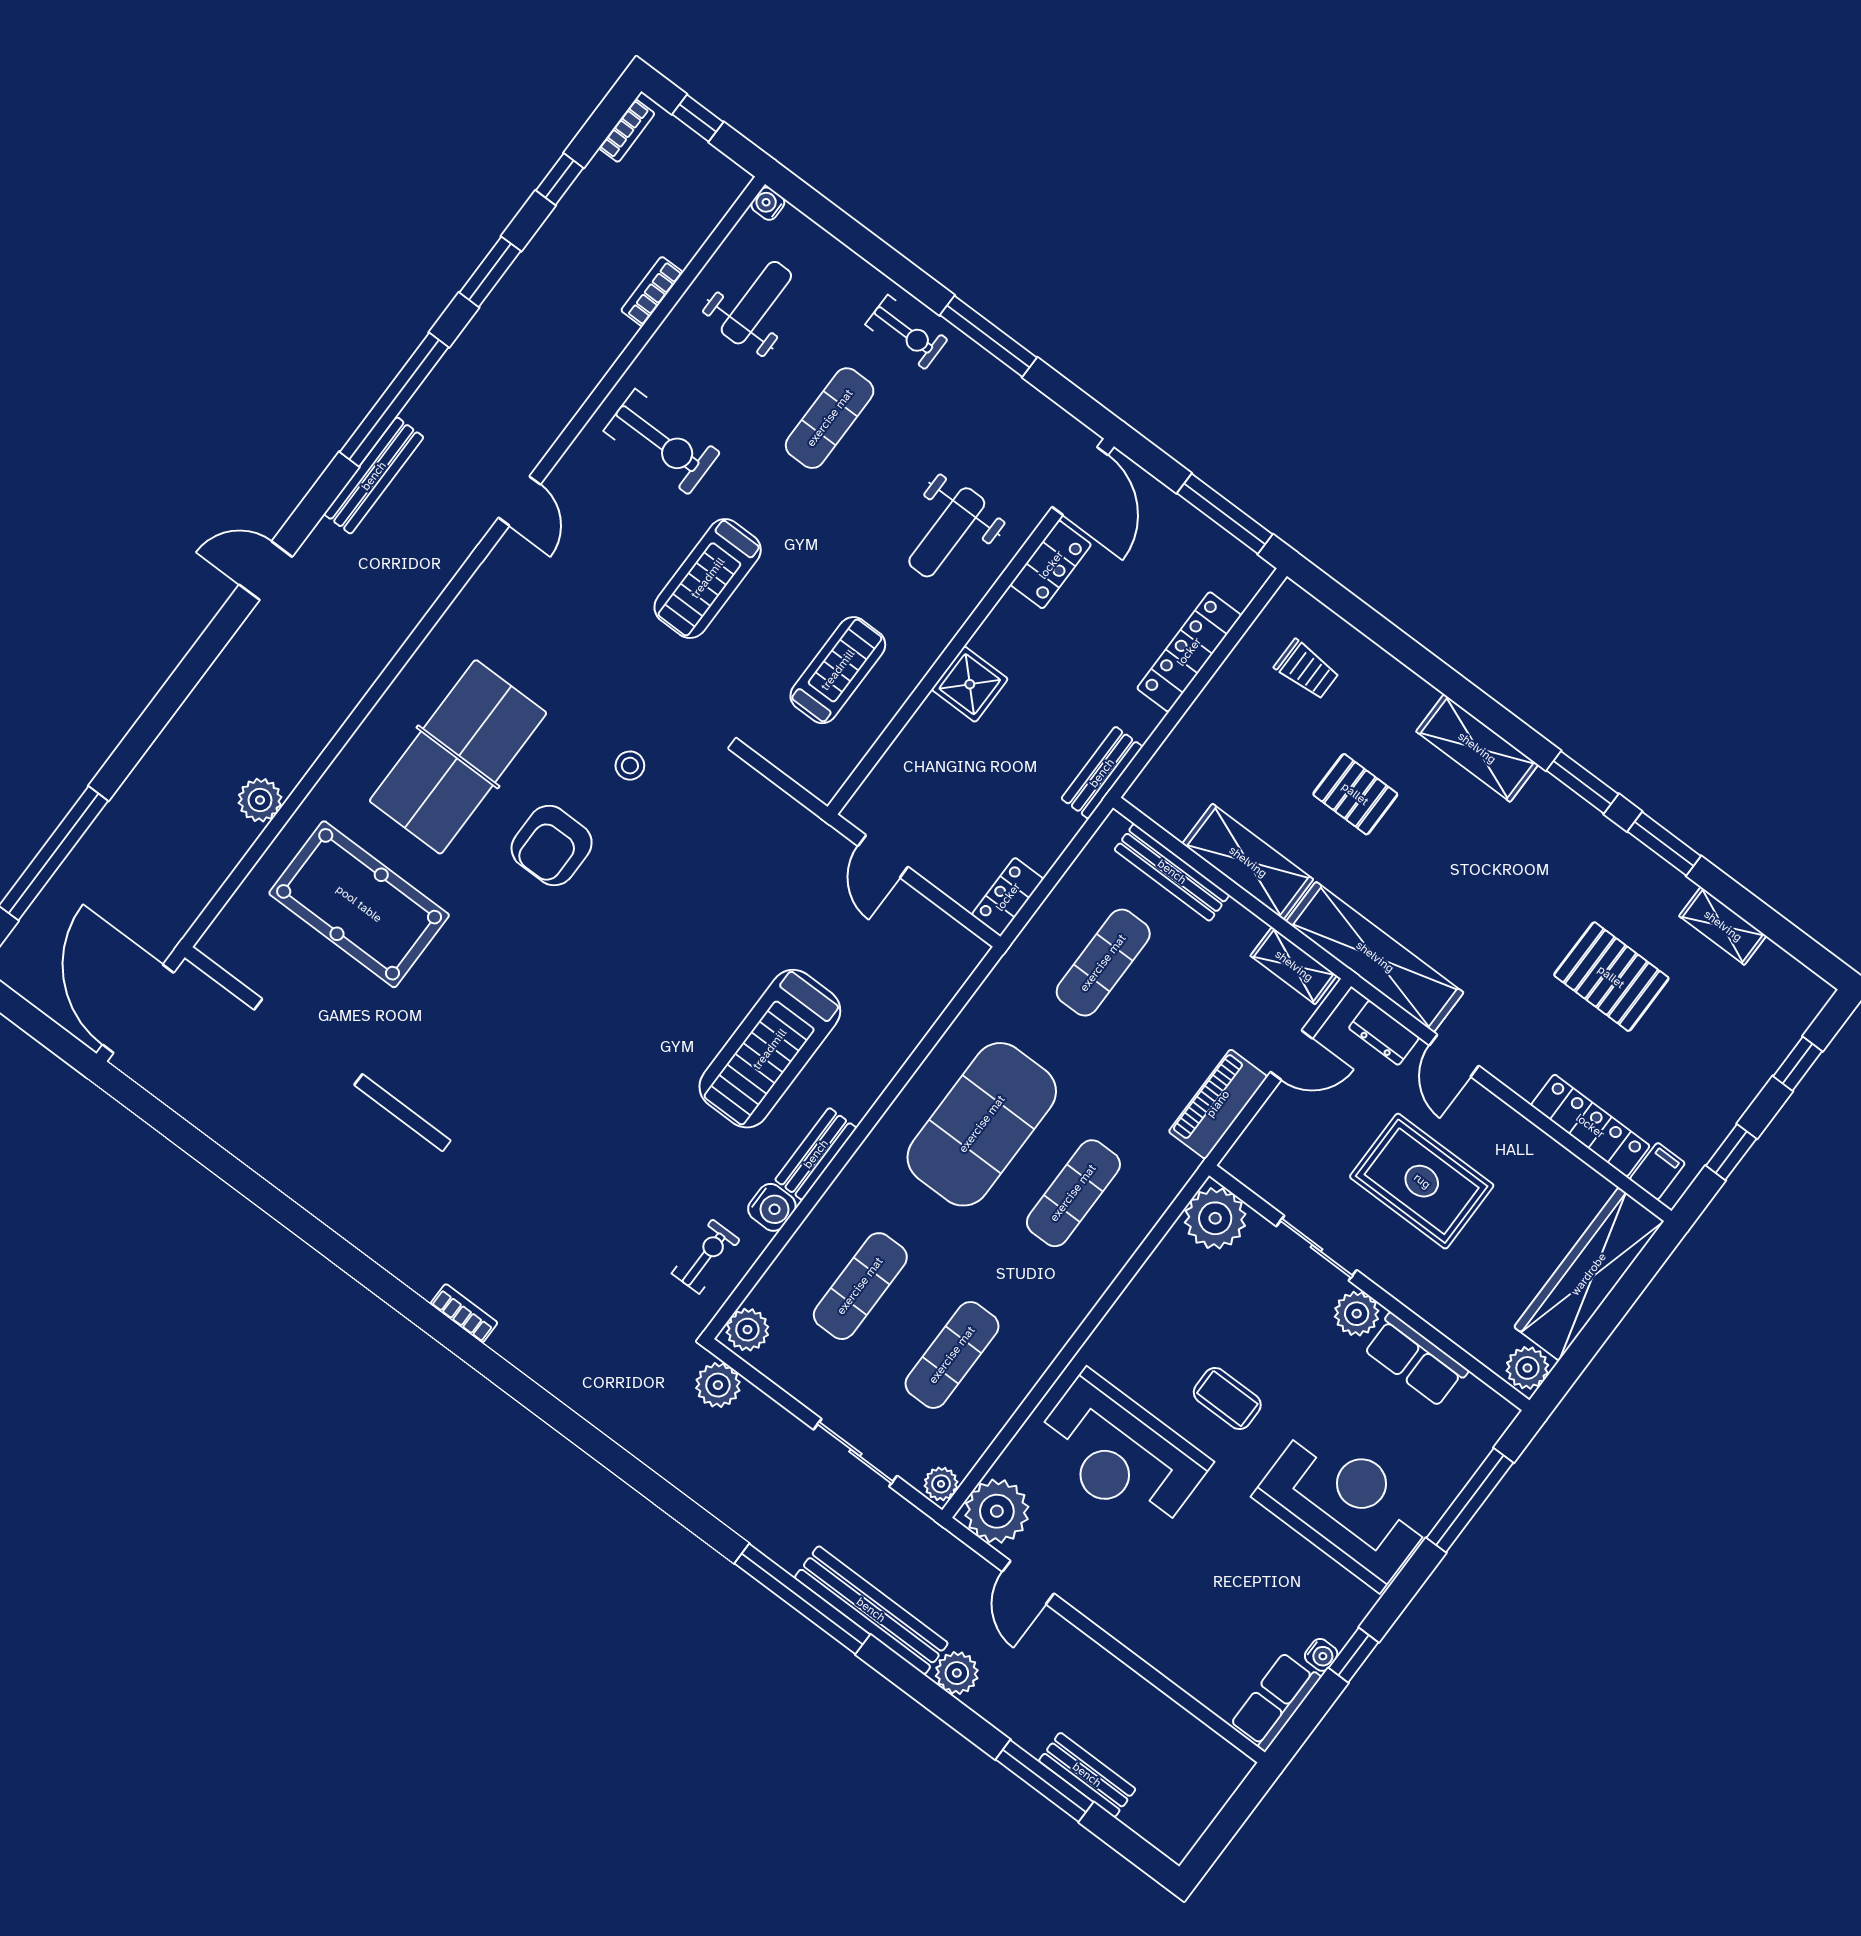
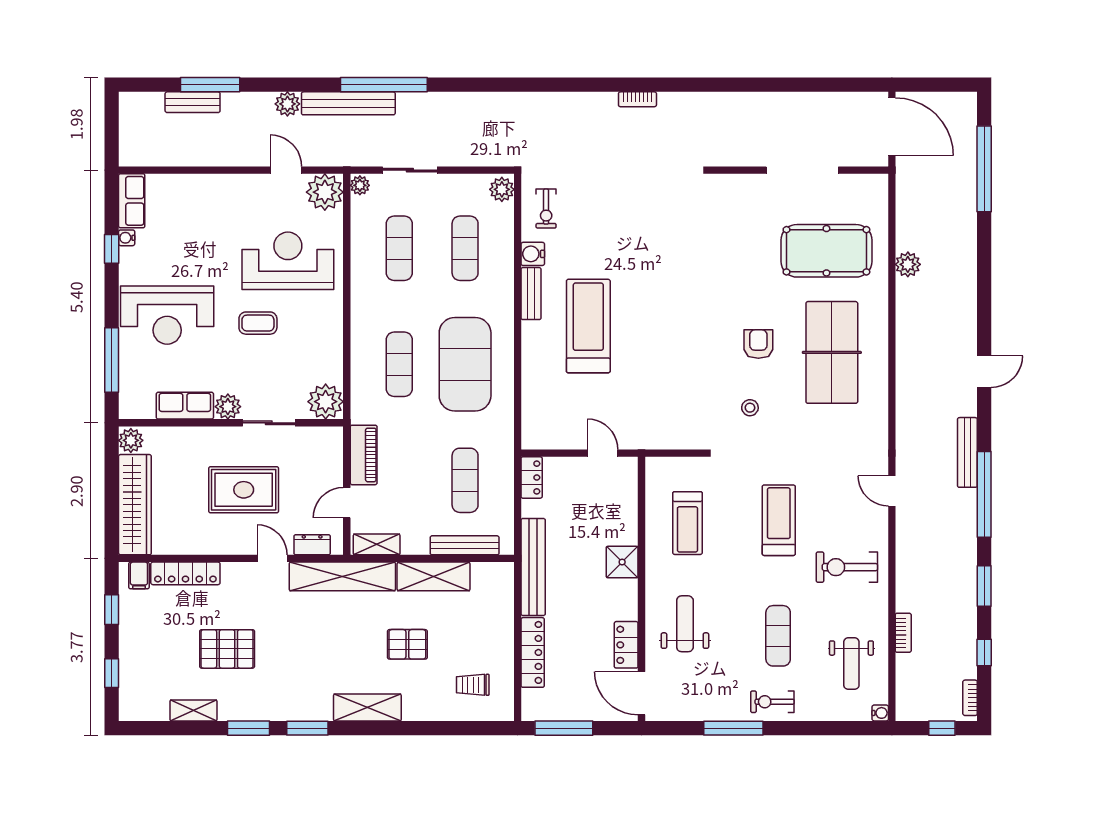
bench: (1102, 773) -> (533, 567), width x1.86, depth x1.21
armchair: (552, 845) -> (758, 344), width x0.72, depth x0.72
plant: (718, 1385) -> (496, 154), removed

